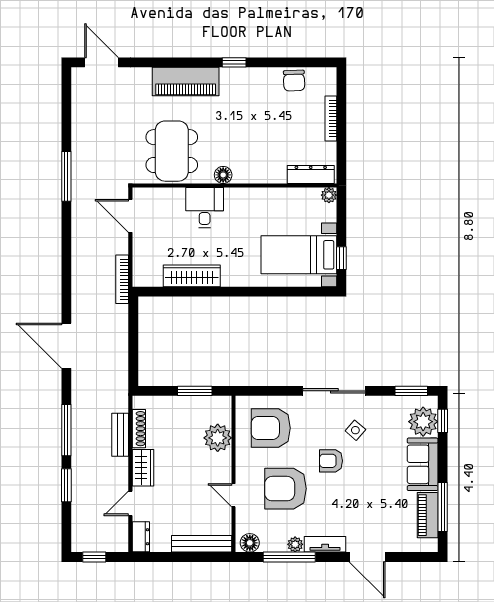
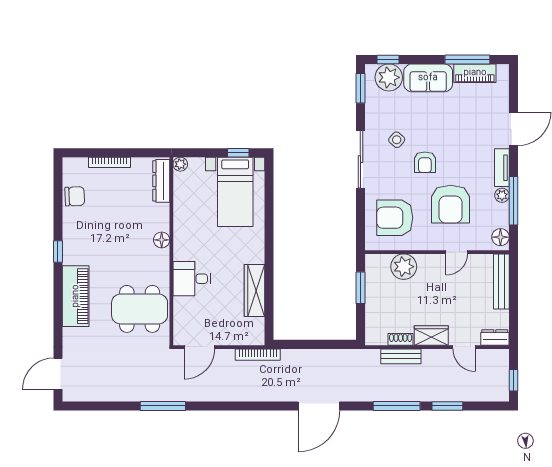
floor lamp: (223, 175) -> (162, 240), moved
armchair: (271, 428) -> (395, 218), turned 90
shoe rack: (139, 429) -> (401, 339), width x0.70

